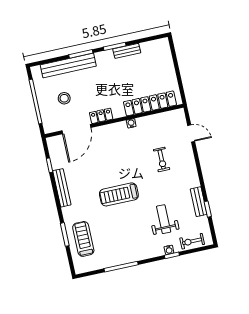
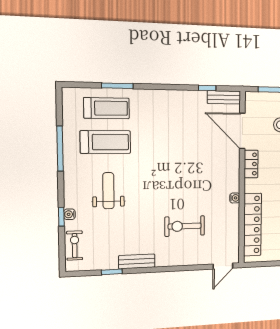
door: (191, 133) -> (223, 266), moved
exercise bike: (162, 159) -> (185, 226), width x1.38, depth x1.39
bench: (62, 188) -> (224, 97), moved, width x0.73
treadmill: (119, 194) -> (105, 142), moved, turned 90
bench: (199, 202) -> (137, 261), moved
weight bench: (164, 219) -> (108, 191), moved, turned -90

